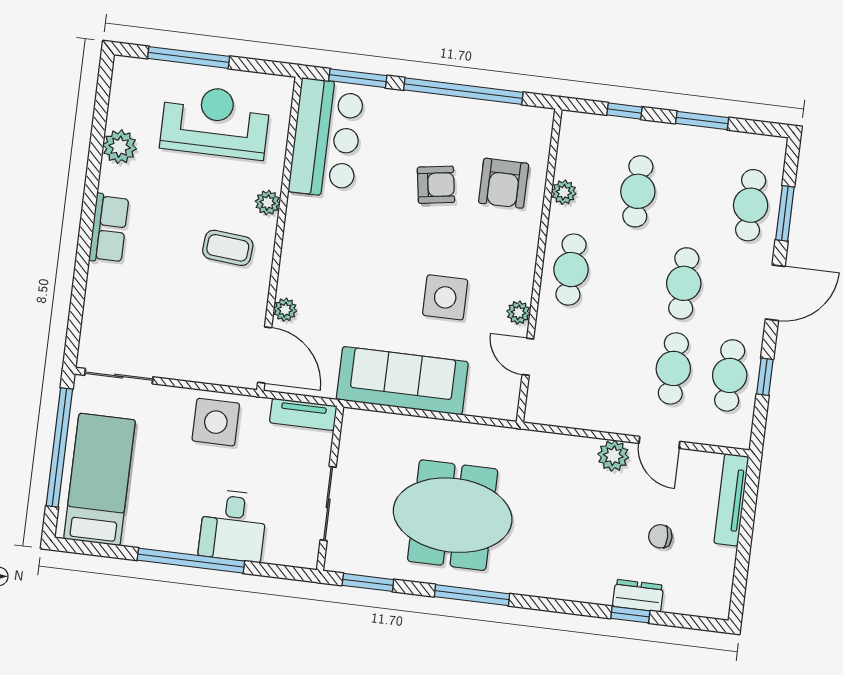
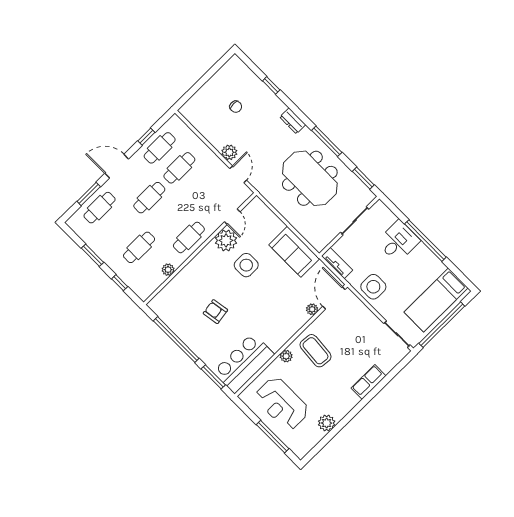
armchair: (504, 183) -> (189, 292), removed
row of seats: (109, 228) -> (369, 382), moved
coffee table: (228, 248) -> (315, 351), width x1.36, depth x1.30
plant: (518, 313) -> (226, 240), width x1.88, depth x1.88
sofa: (402, 381) -> (294, 252), width x0.73
door: (659, 442) -> (238, 174), moved
tv unit: (731, 500) -> (197, 99), removed
dresser: (638, 596) -> (293, 121), moved

